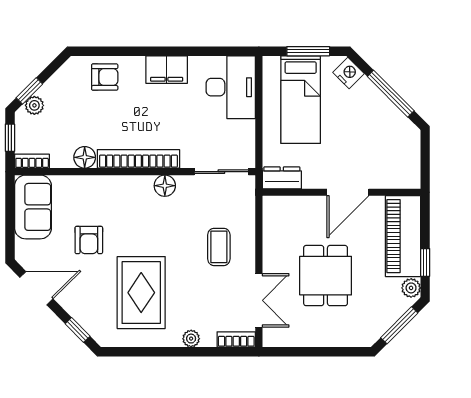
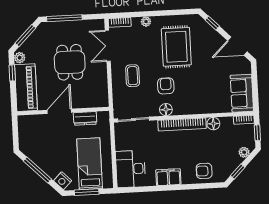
window: (29, 91) -> (238, 171), moved
dresser: (282, 178) -> (85, 118), moved
armchair: (89, 240) -> (166, 86), moved
window: (331, 352) -> (64, 18), added

